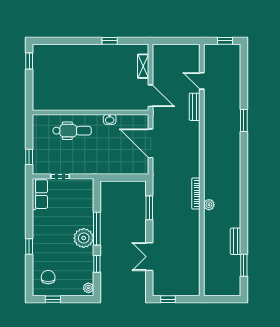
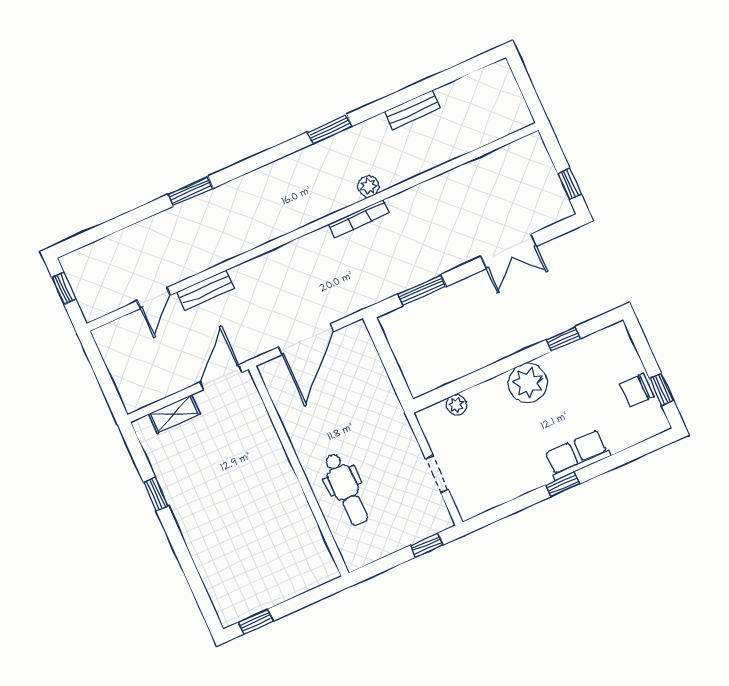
washbasin: (110, 119) -> (296, 431), removed
dental chair: (72, 131) -> (346, 489), turned 180
row of seats: (40, 194) -> (577, 455), moved
window: (97, 229) -> (501, 367), removed
window: (29, 247) -> (562, 484), moved
window: (244, 265) -> (330, 129), moved
chair: (48, 277) -> (637, 390), moved
plant: (88, 288) -> (456, 405), moved

